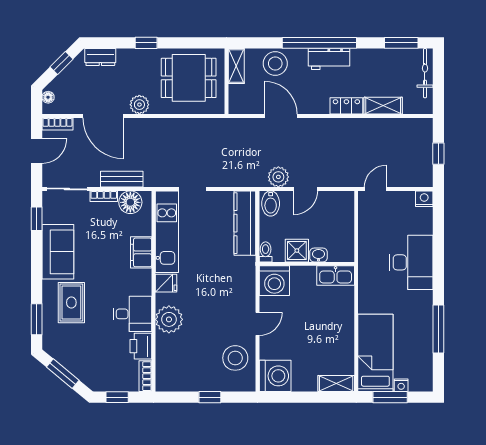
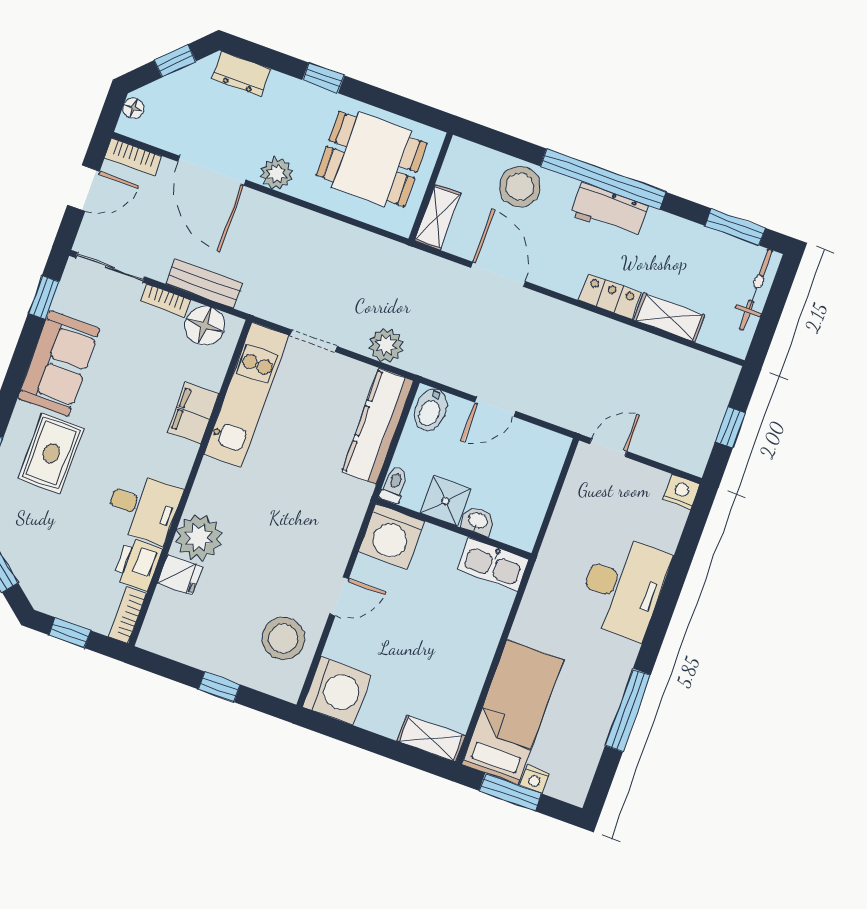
shelving: (236, 66) -> (437, 217), moved
plant: (278, 177) -> (386, 345), moved
fridge: (166, 283) -> (180, 575), moved

